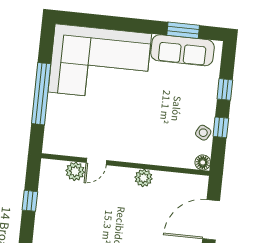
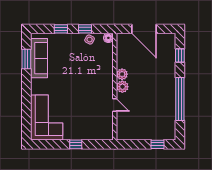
corner sofa: (100, 63) -> (47, 118), width x0.73, depth x0.74
window: (41, 94) -> (76, 144), width x0.32
plant: (75, 171) -> (122, 87), moved
window: (30, 201) -> (157, 144), moved

